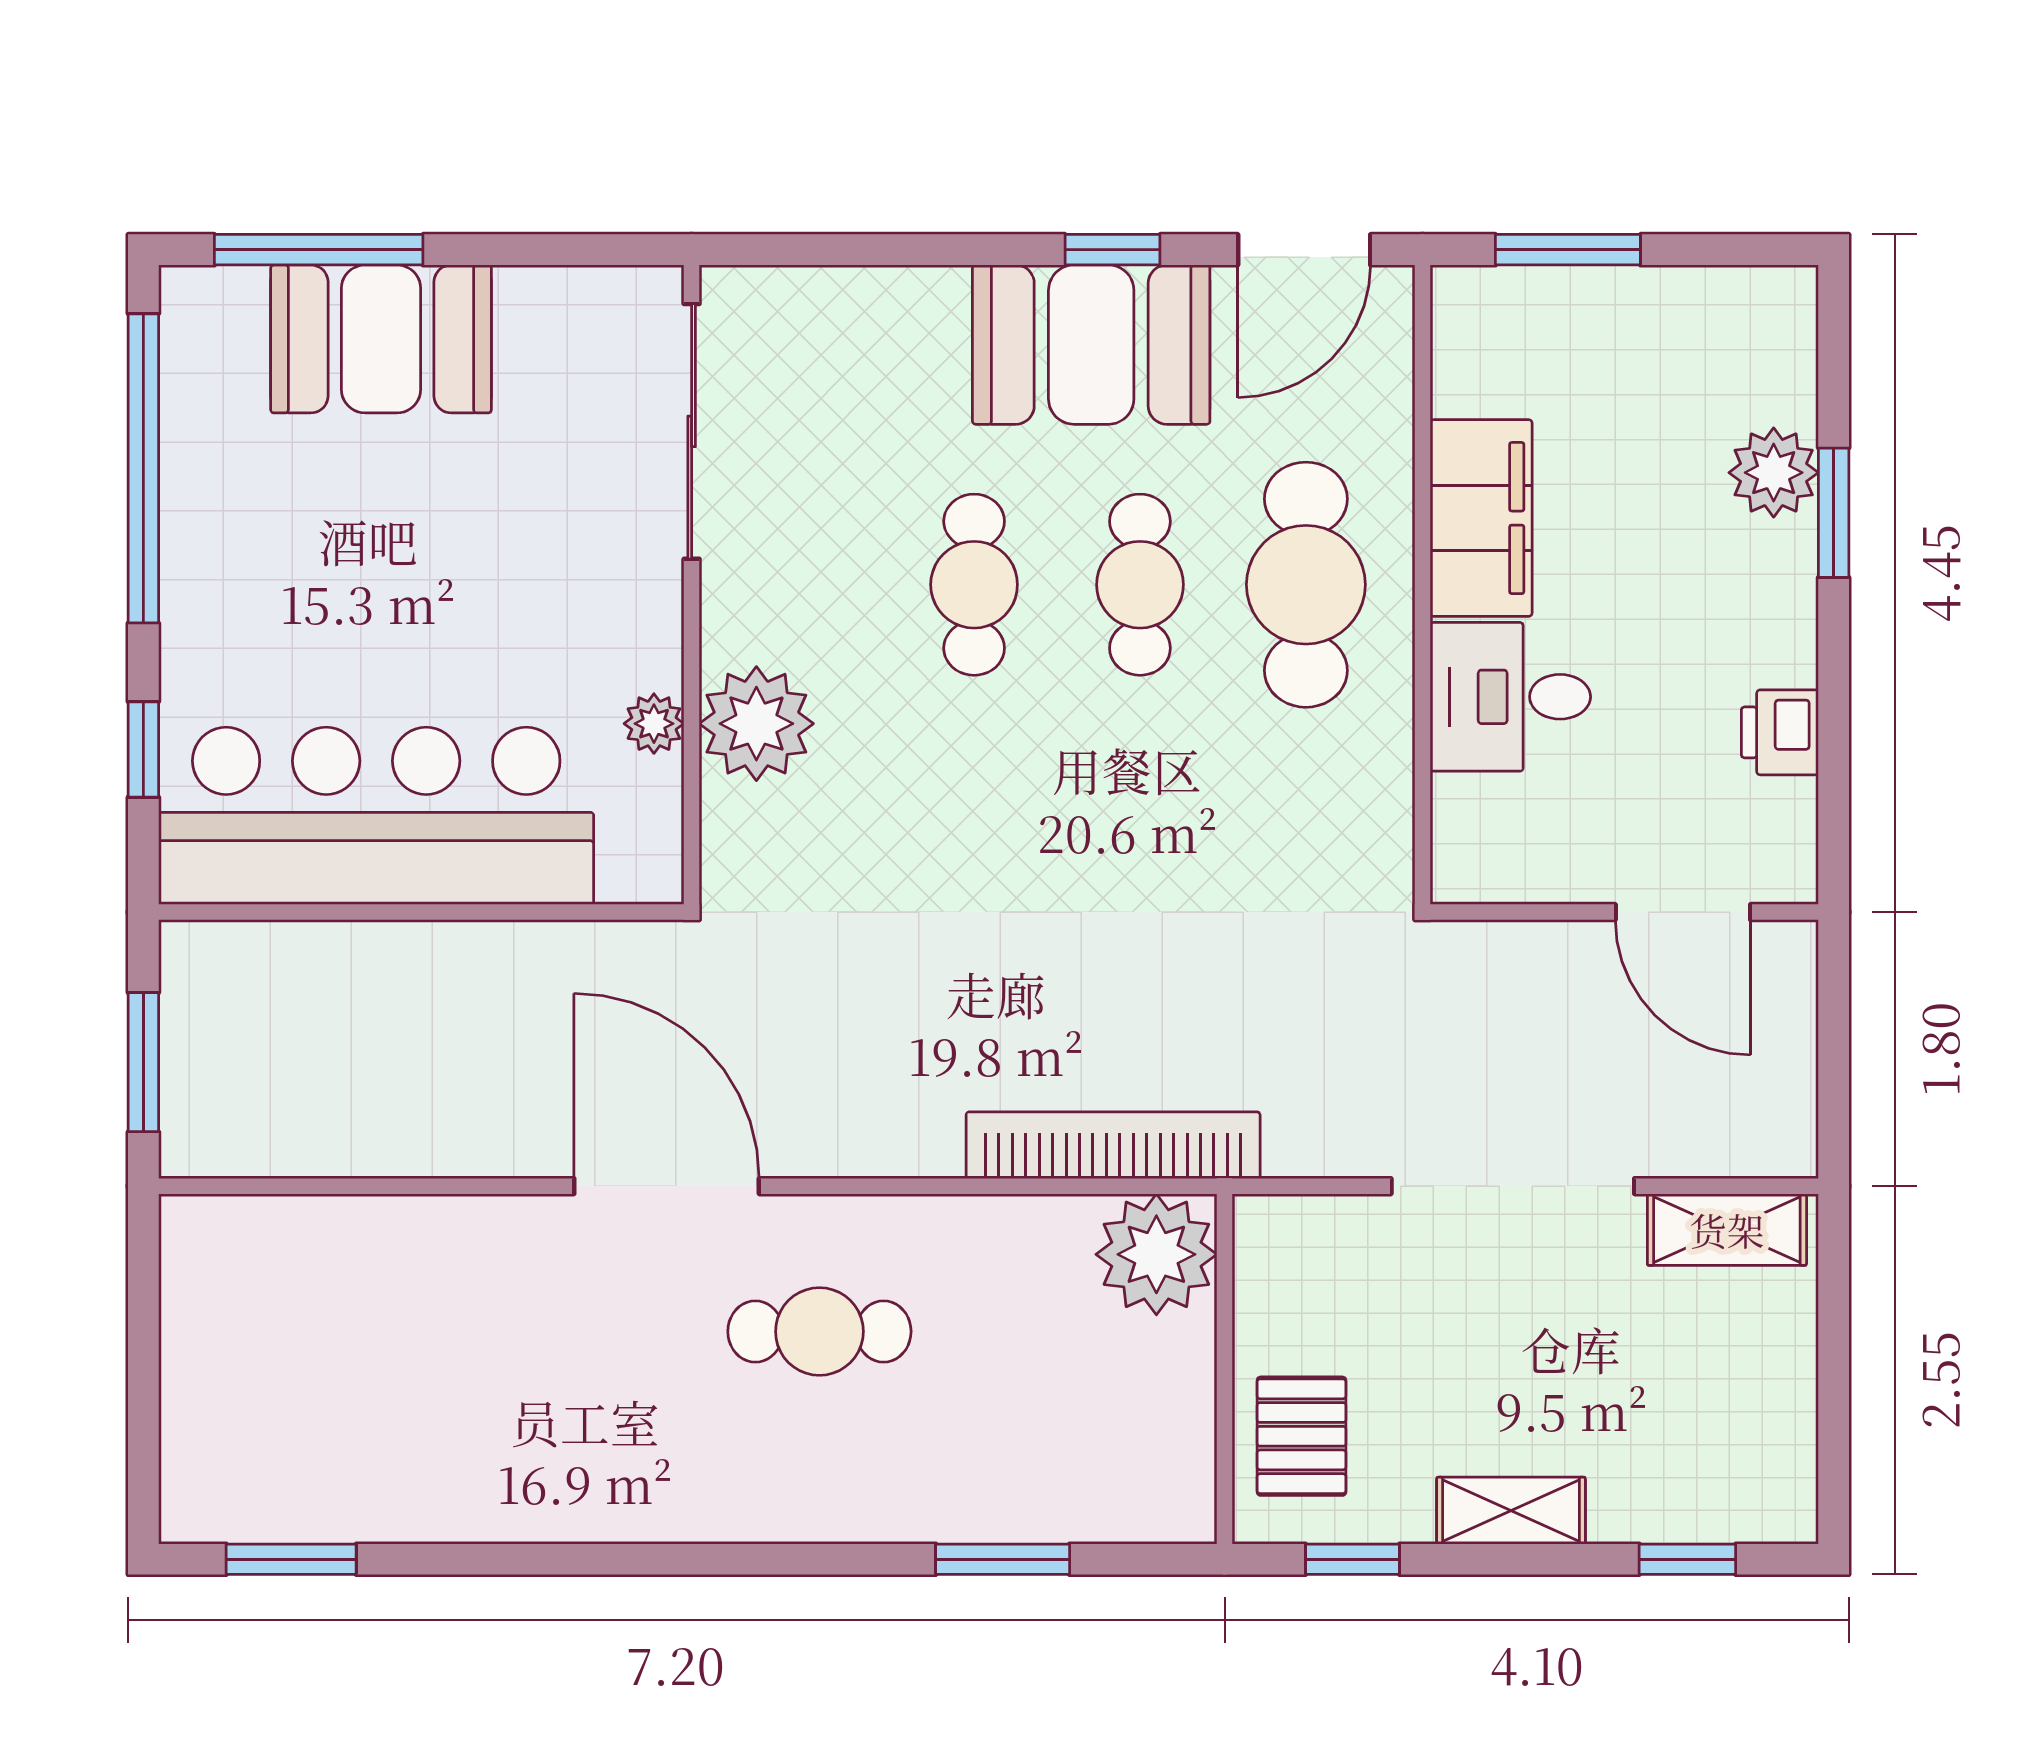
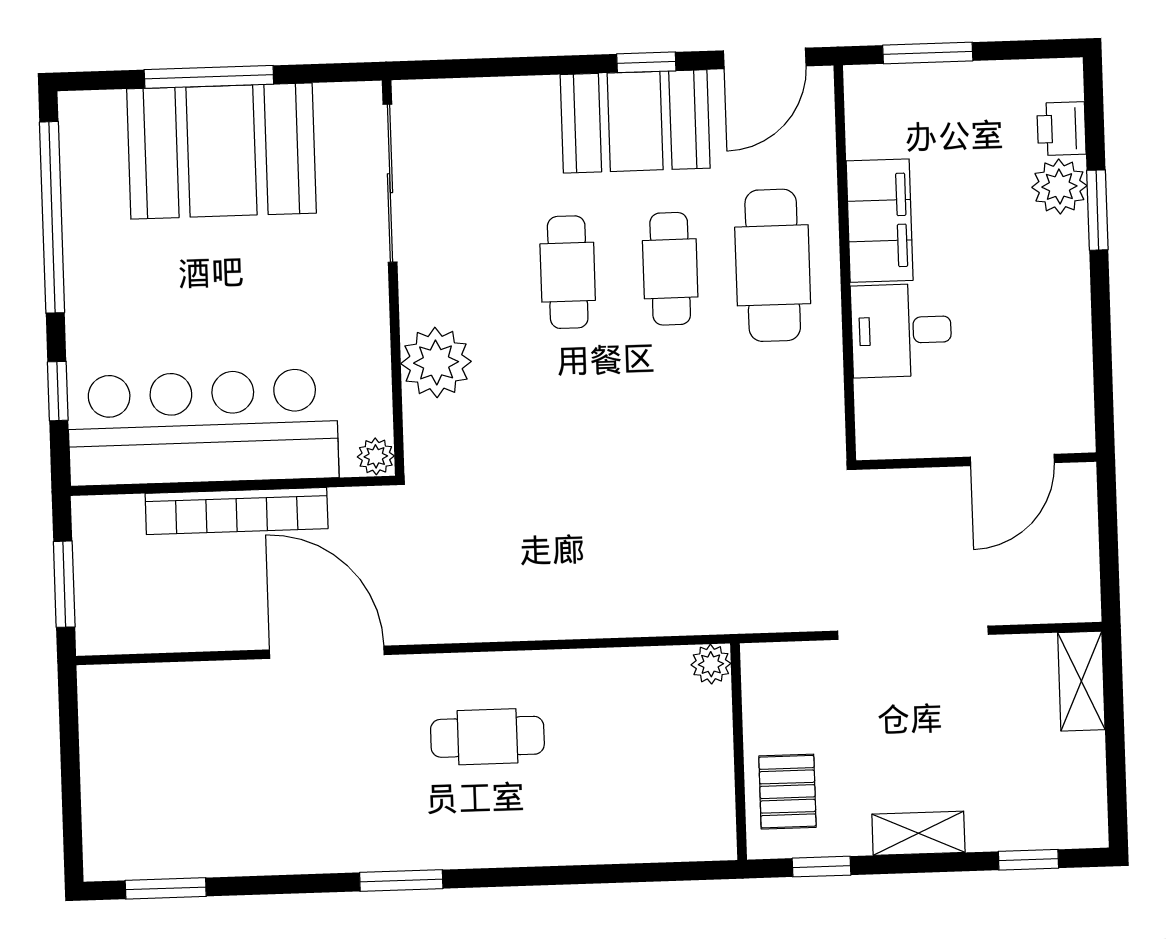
window: (319, 250) -> (209, 77), moved
booth: (381, 339) -> (221, 151), width x1.36, depth x1.42
plant: (654, 724) -> (376, 456), moved
printer: (1780, 732) -> (1061, 129), moved
door: (1683, 912) -> (1012, 460), hinge flipped
bookcase: (1113, 1145) -> (237, 511), moved, turned 180
door: (667, 1186) -> (327, 652), moved
shelving: (1727, 1230) -> (1081, 681), moved, turned 90
plant: (1156, 1254) -> (711, 664), width x0.53, depth x0.53
window: (1003, 1559) -> (401, 881), moved

